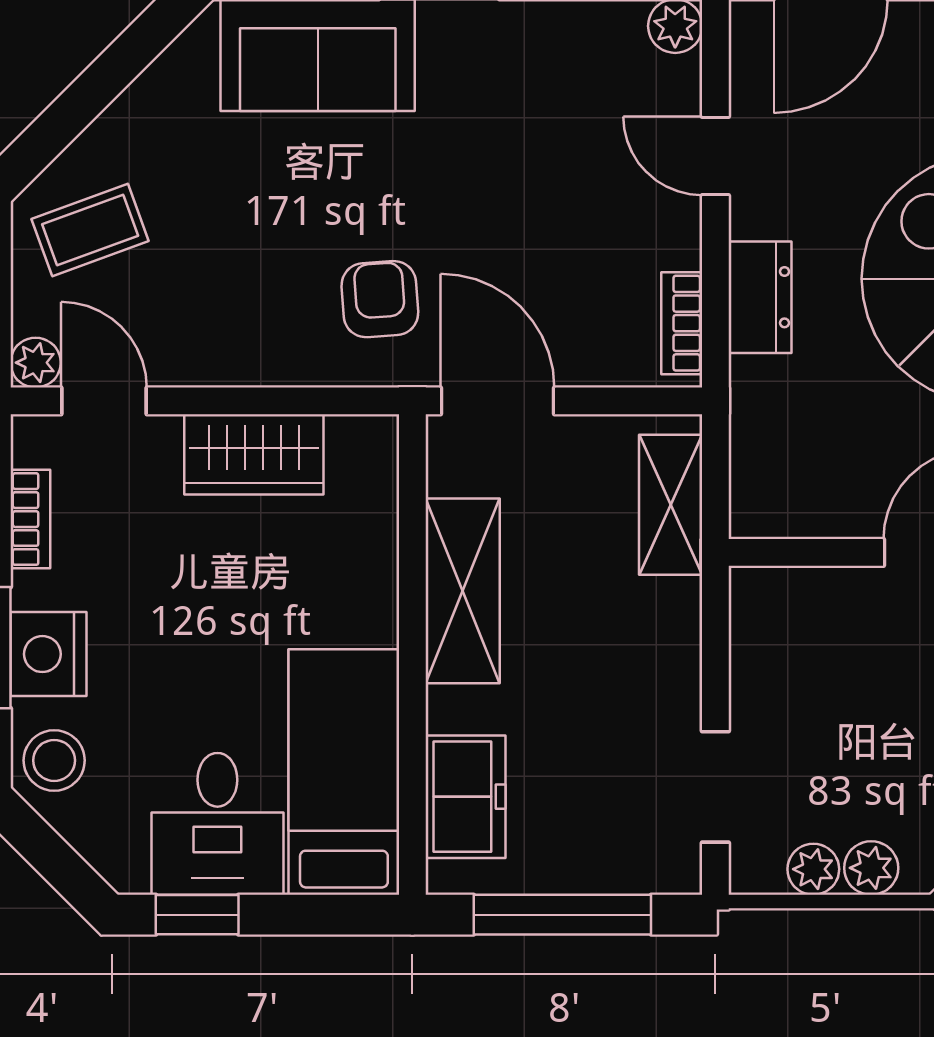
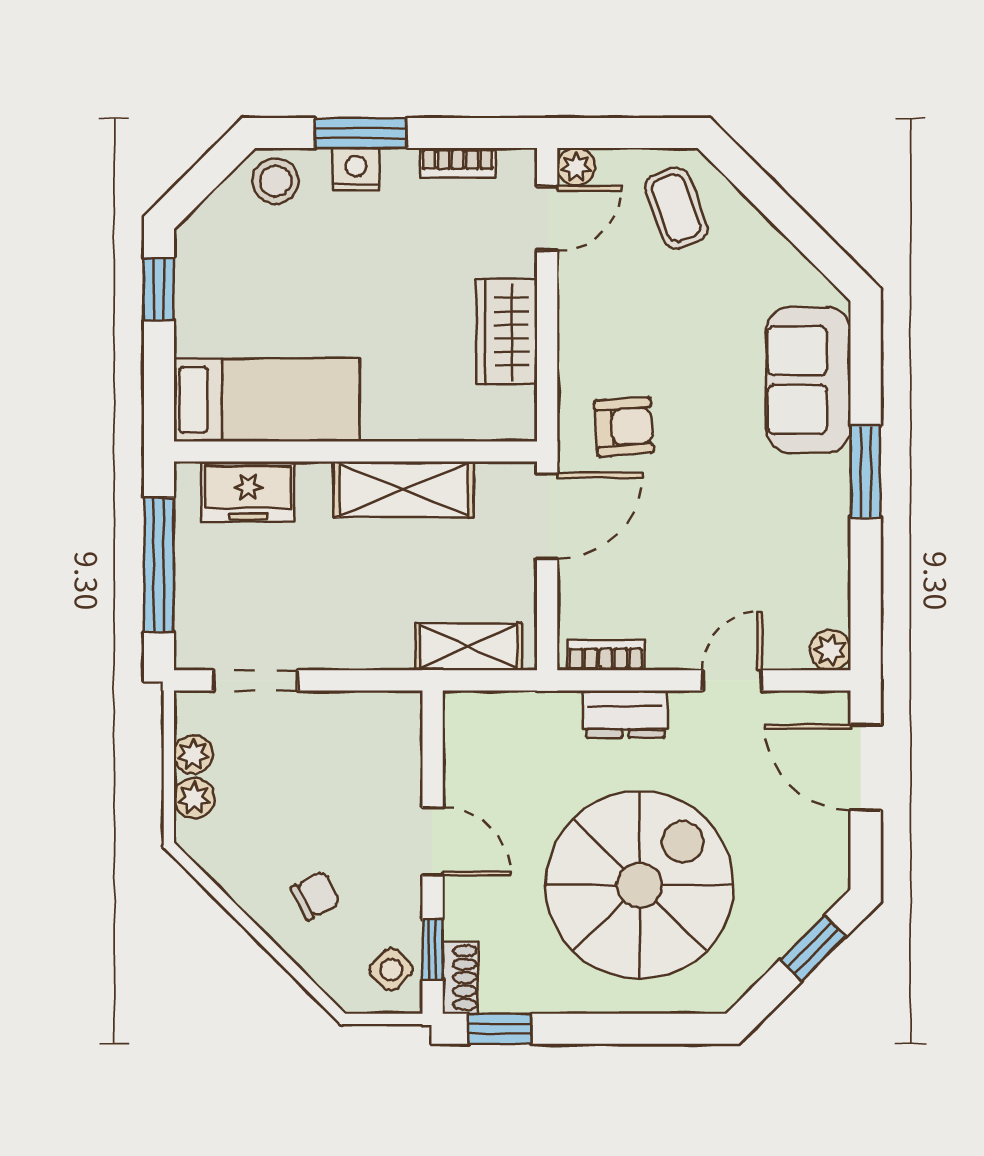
nightstand: (48, 654) -> (356, 170), width x0.74, depth x0.75
desk: (217, 824) -> (228, 304), removed

